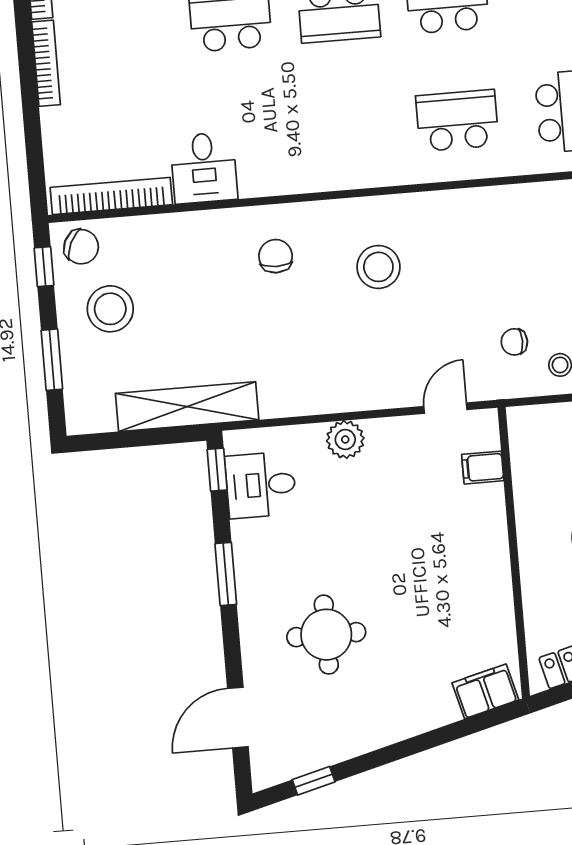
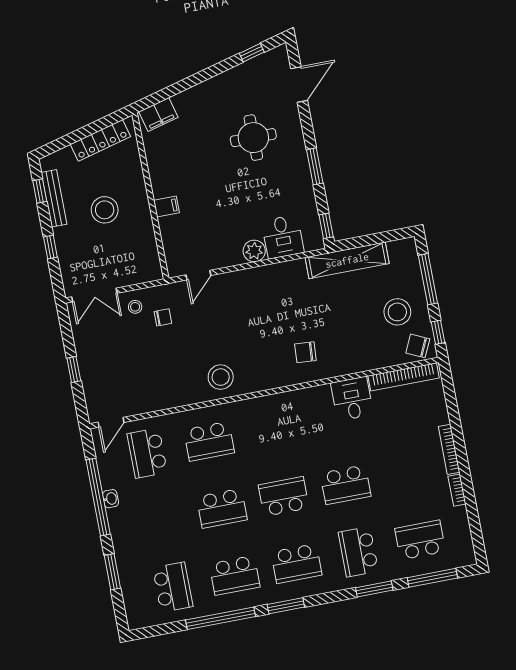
chair: (276, 256) -> (305, 352), turned 94
stool: (378, 267) -> (221, 377), moved
window: (52, 360) -> (428, 279), width x1.44
filing cabinet: (483, 468) -> (166, 207), moved
desk: (261, 485) -> (283, 237), moved, turned 90

